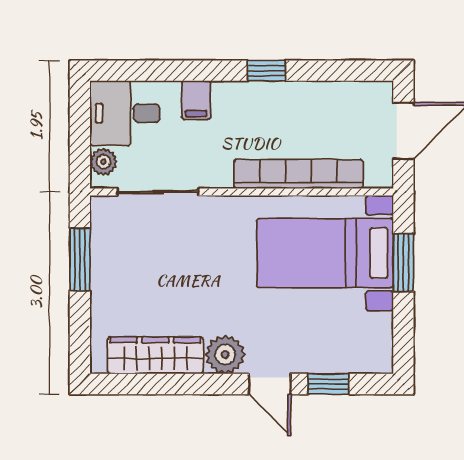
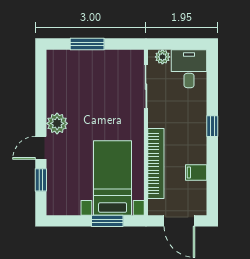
window: (266, 71) -> (212, 126), moved
filing cabinet: (196, 100) -> (196, 172), moved
window: (80, 259) -> (87, 44), moved
wardrobe: (155, 355) -> (57, 85), removed

